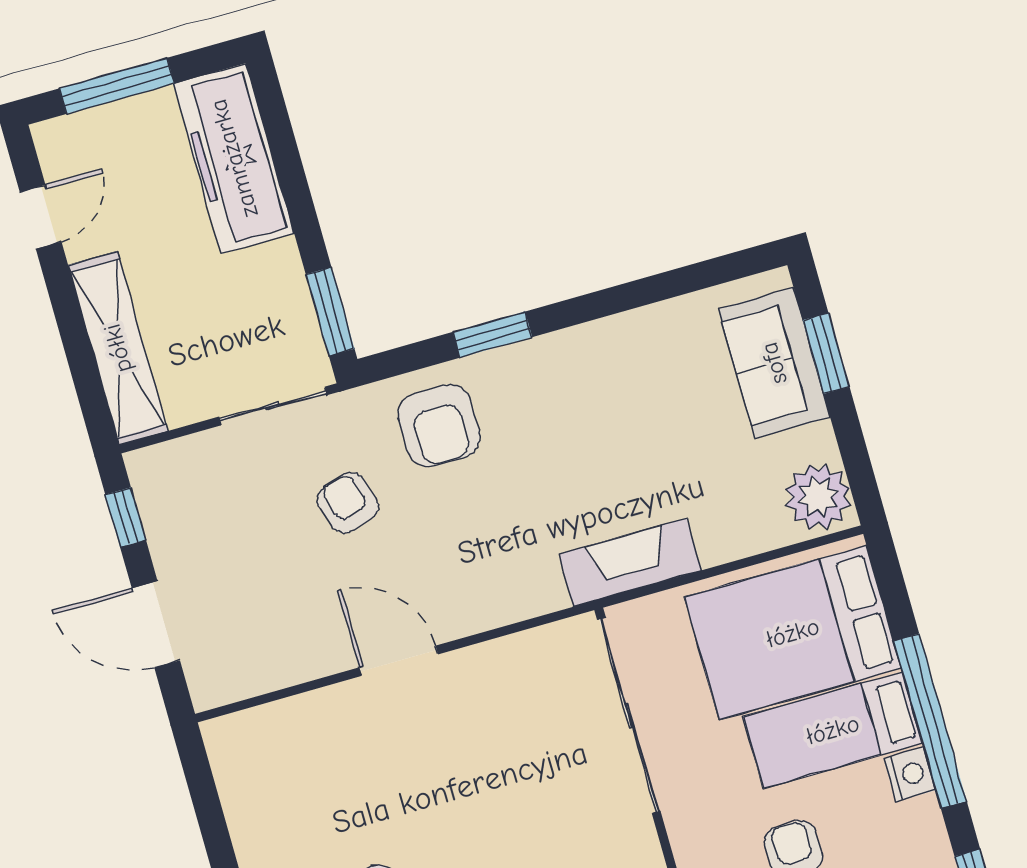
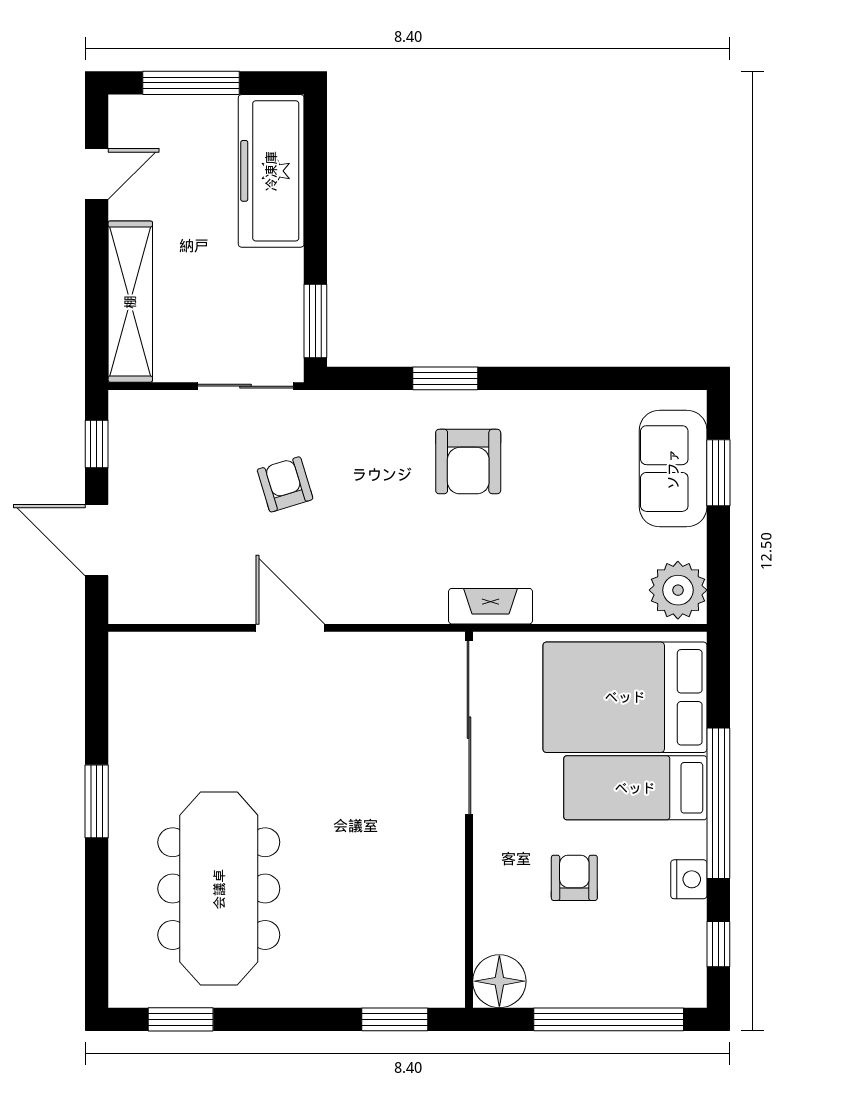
armchair: (439, 426) -> (468, 462), moved
fireplace: (630, 562) -> (491, 606), width x0.73, depth x0.76
nightstand: (910, 774) -> (689, 879), moved

